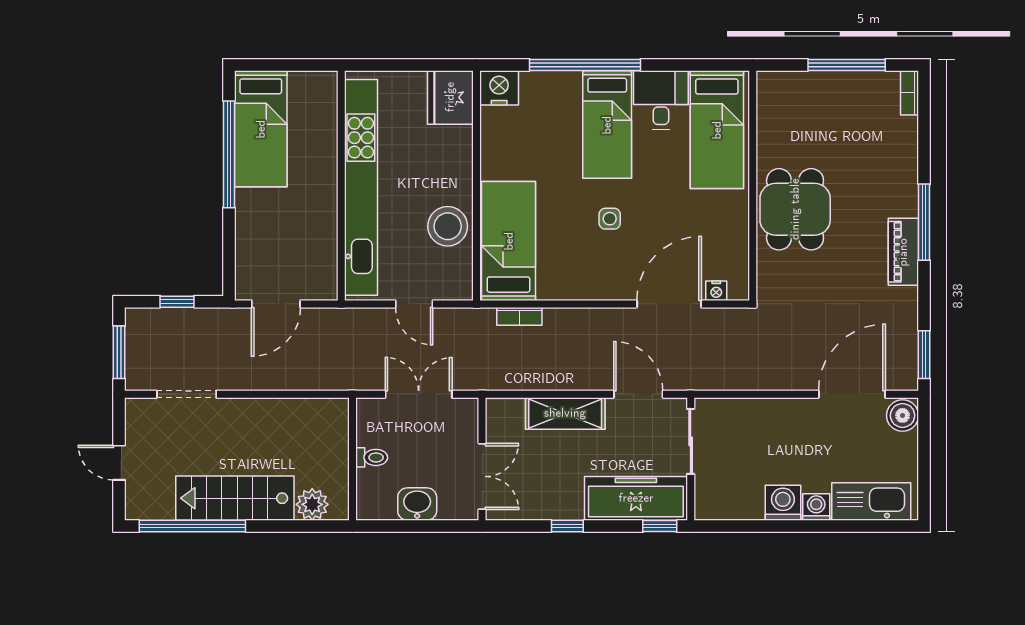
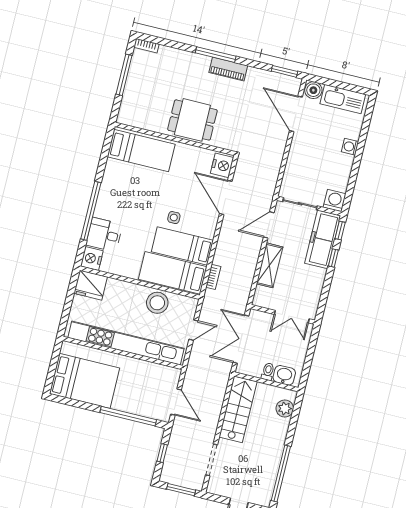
desk: (661, 100) -> (104, 235), moved
bed: (607, 125) -> (182, 246), moved, turned 180
bed: (261, 129) -> (85, 381), width x1.50
window: (229, 154) -> (128, 416), moved
nightstand: (716, 291) -> (222, 165), width x1.89, depth x1.79
double door: (419, 394) -> (241, 339), width x1.37
double door: (482, 476) -> (292, 317), swing flipped
stairs: (235, 498) -> (238, 409), moved, turned 180
kitchen sink: (871, 502) -> (343, 99), moved, turned -90
washing machine: (783, 503) -> (335, 201), moved, turned 90
washbasin: (417, 504) -> (284, 375), moved, turned 90
window: (567, 526) -> (333, 258), moved

